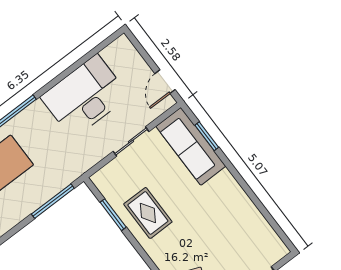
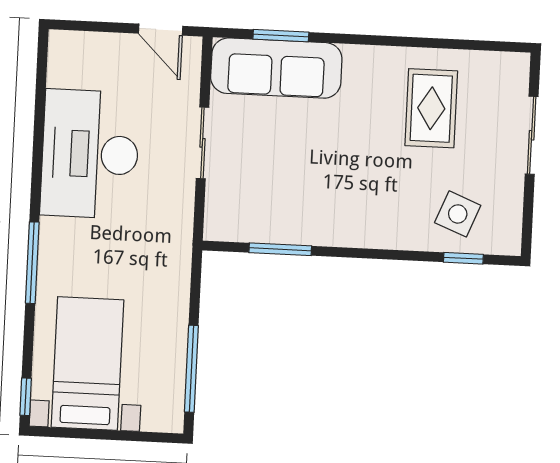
window: (53, 201) -> (191, 369), moved
rug: (148, 213) -> (431, 108), moved, turned 90

